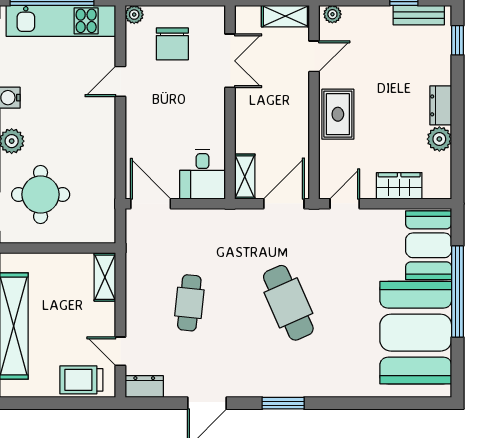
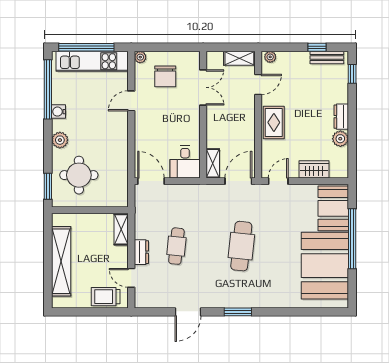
cafe table: (288, 303) -> (241, 246), turned 30
dresser: (144, 387) -> (141, 252), moved, turned 90

